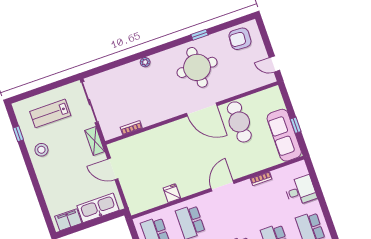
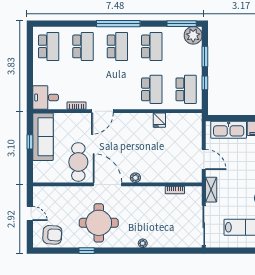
door: (274, 64) -> (30, 213), moved
plant: (176, 126) -> (135, 178), added
door: (222, 186) -> (102, 111), moved
desk: (300, 191) -> (46, 97), moved

